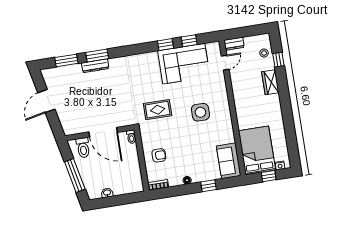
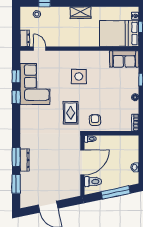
wardrobe: (270, 82) -> (80, 13), moved
armchair: (159, 155) -> (95, 120), moved

